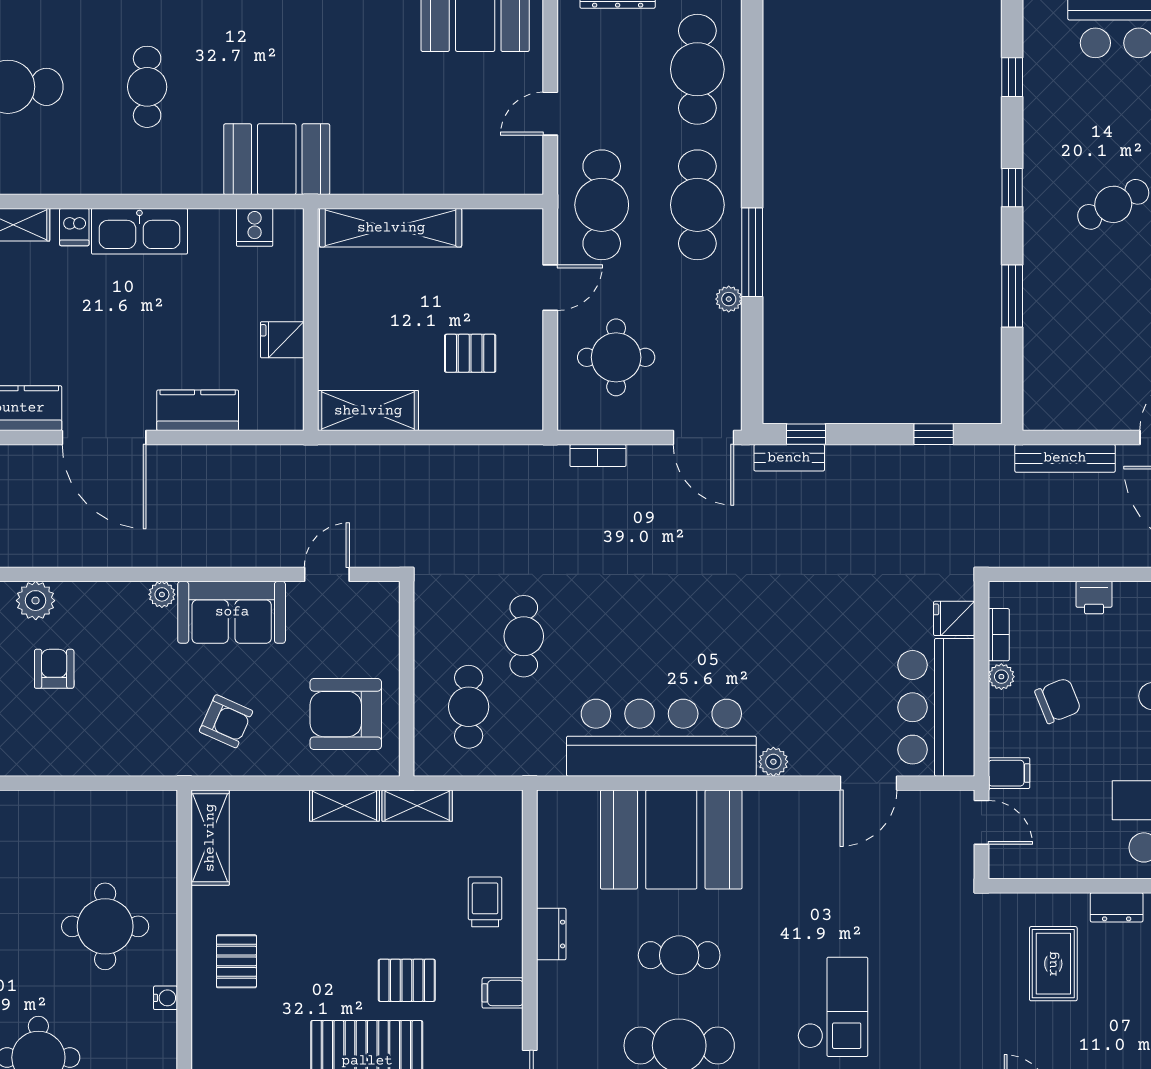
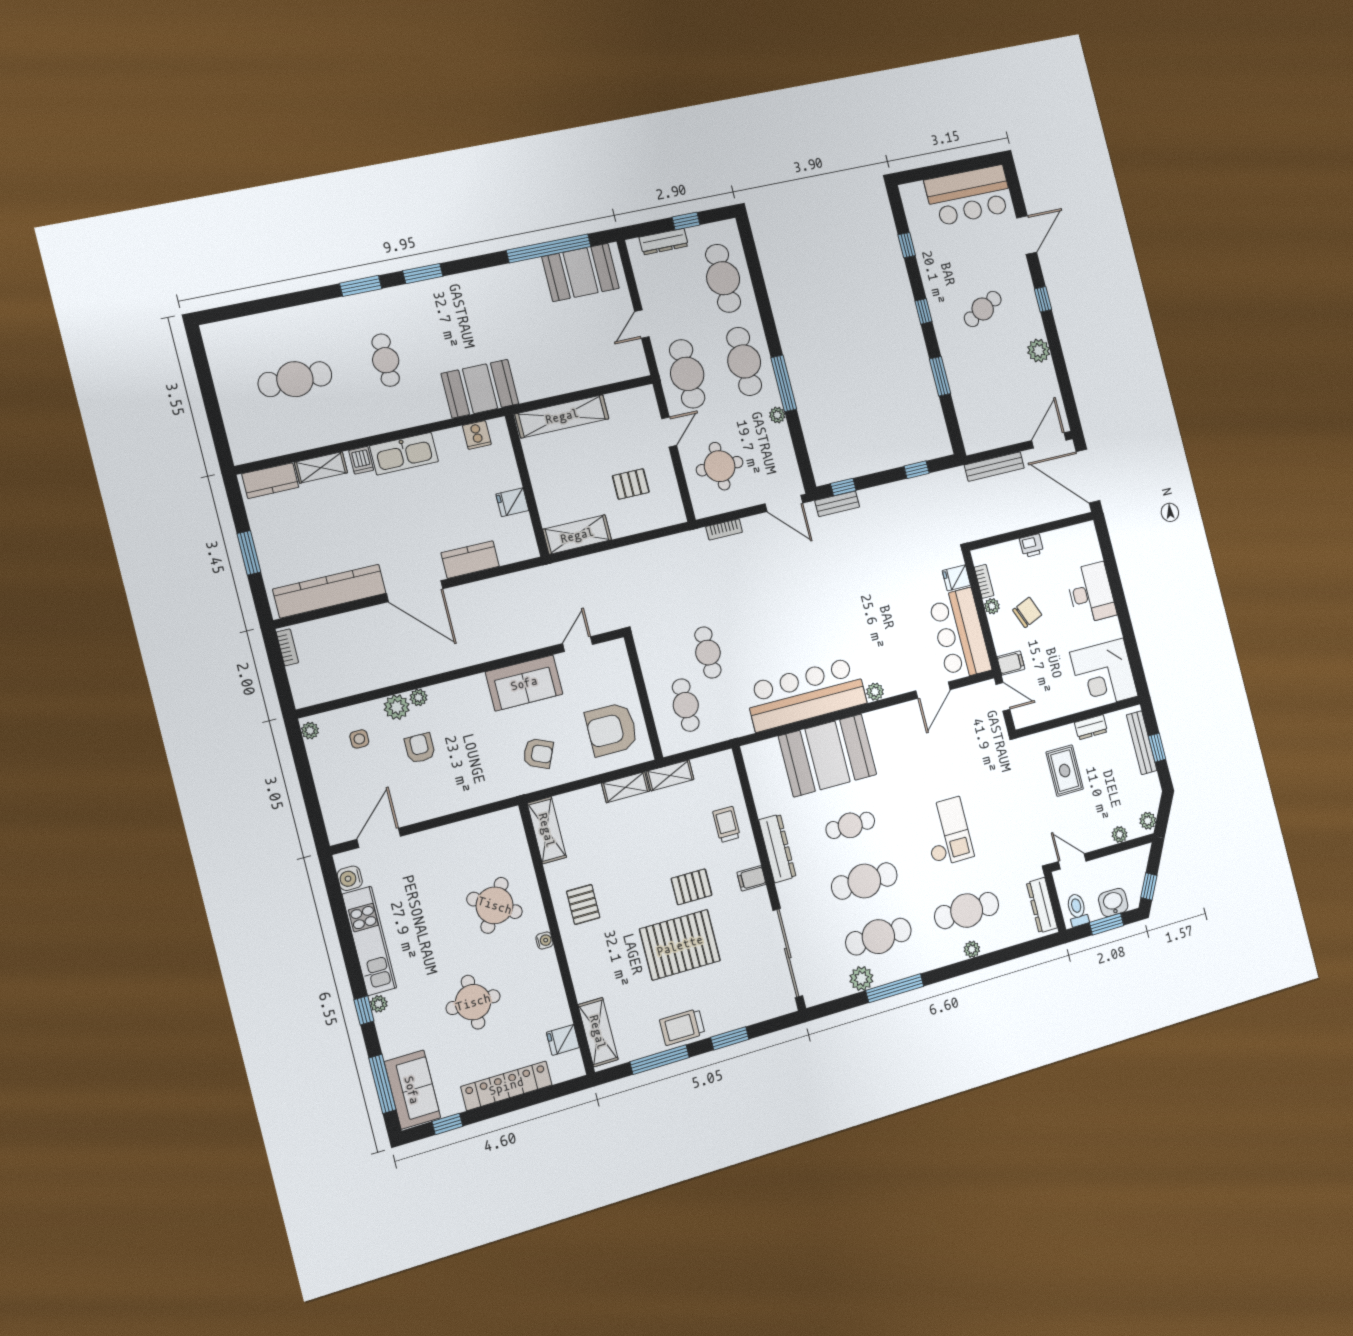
plant: (162, 594) -> (419, 697), moved
round table: (105, 926) -> (495, 905), turned 32
dresser: (551, 934) -> (777, 848), width x1.96, depth x1.24

